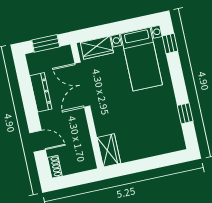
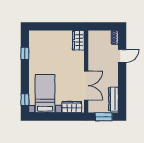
dresser: (41, 92) -> (113, 99), moved
door: (38, 141) -> (122, 56), swing flipped

